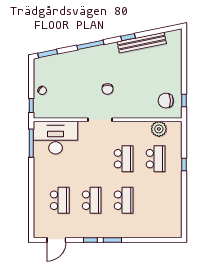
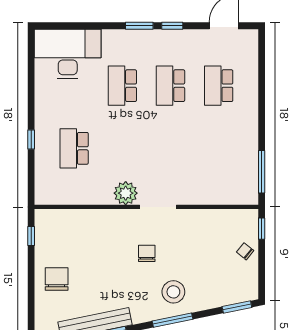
stool: (90, 64) -> (173, 292), added
chair: (166, 101) -> (57, 279), moved, turned -88
plant: (159, 129) -> (126, 193), moved
desk: (55, 138) -> (68, 54), moved, turned 180
school desk: (124, 159) -> (122, 148), removed

